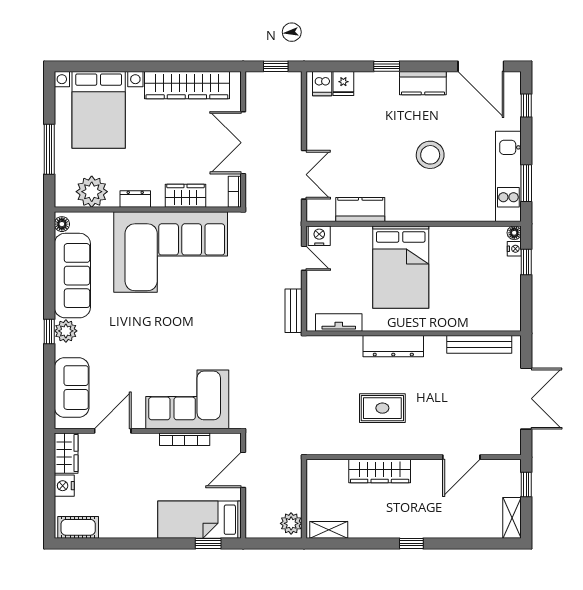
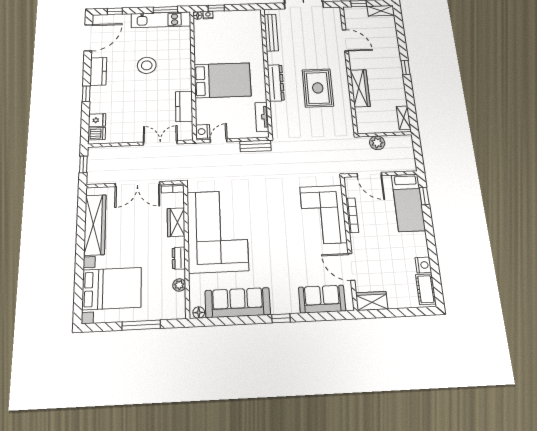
plant: (92, 192) -> (179, 285), width x0.53, depth x0.53
plant: (66, 331) -> (280, 306), removed
rug: (382, 408) -> (318, 88), width x1.36, depth x1.43
nightstand: (64, 486) -> (423, 265), moved, turned -90
plant: (291, 523) -> (377, 143), moved

